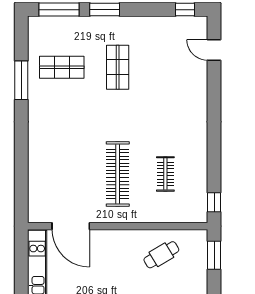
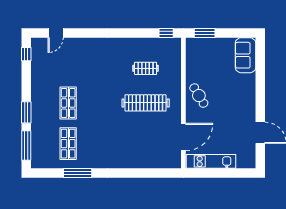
shop shelf: (118, 67) -> (68, 103), turned 90
cafe table: (161, 255) -> (199, 96), moved

